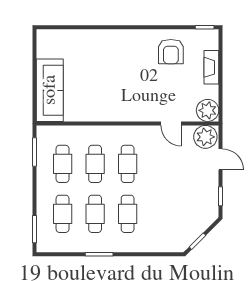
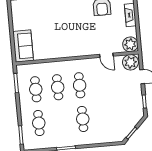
sofa: (50, 90) -> (23, 46), width x0.73
cafe table: (95, 214) -> (61, 121), removed

